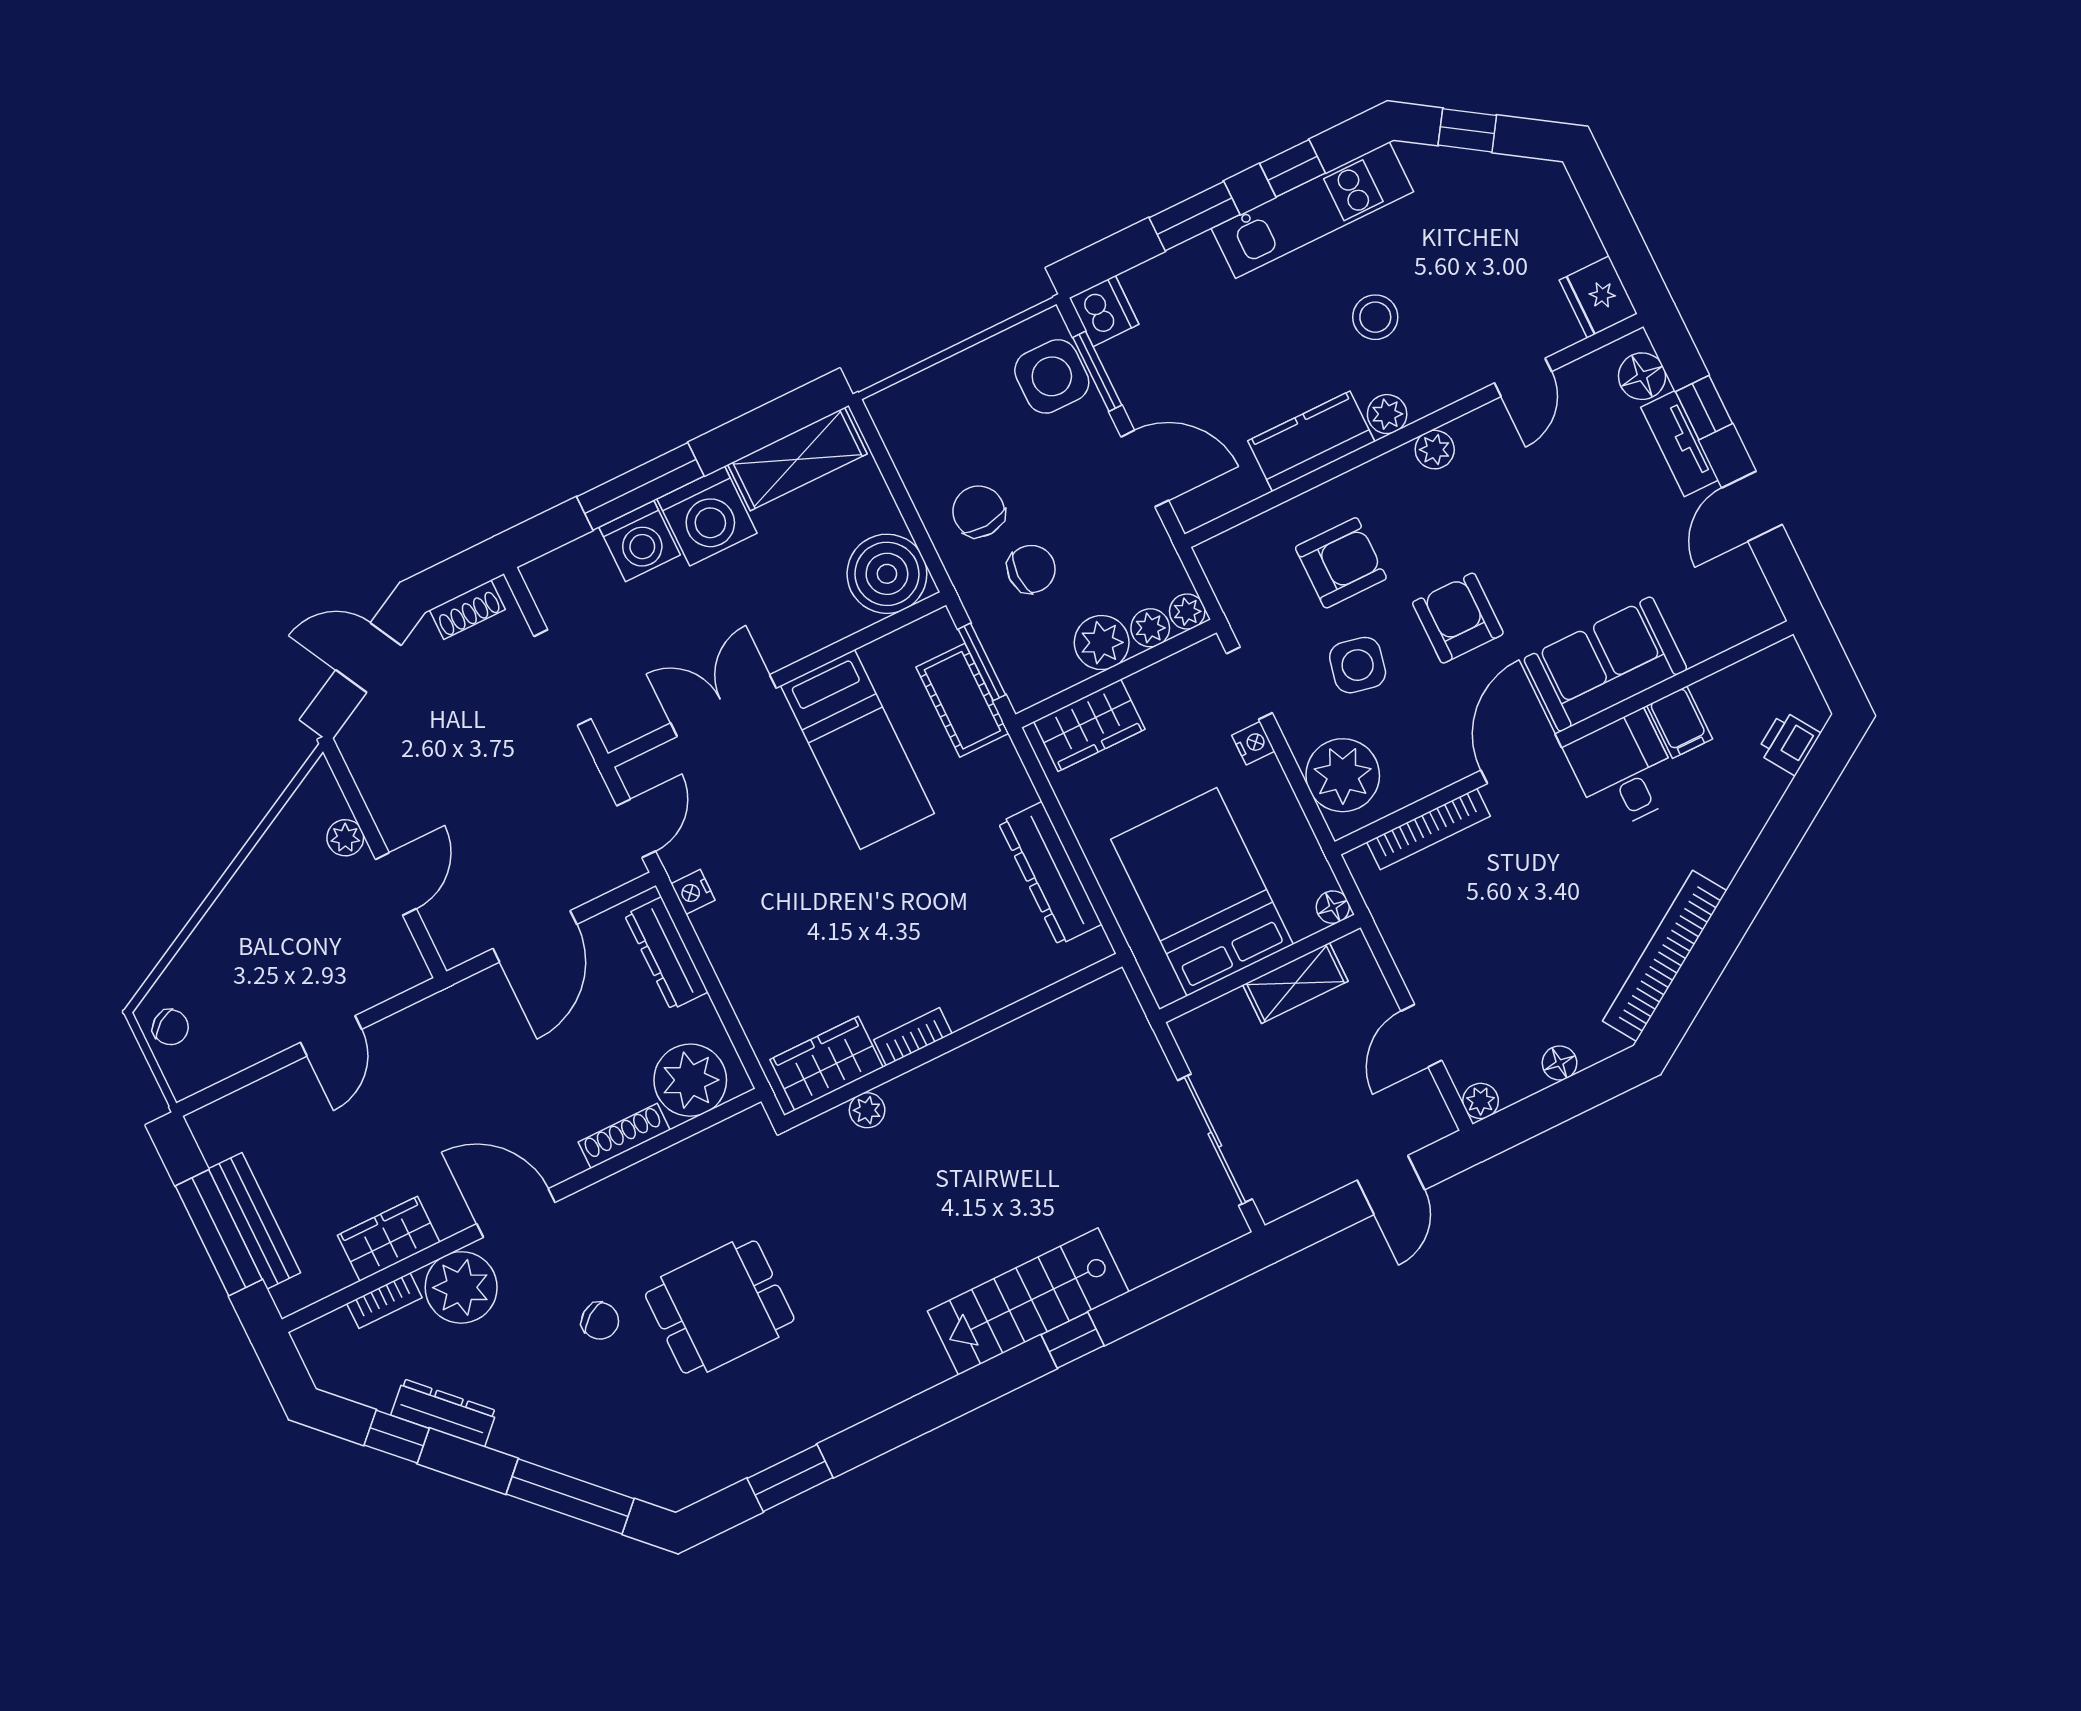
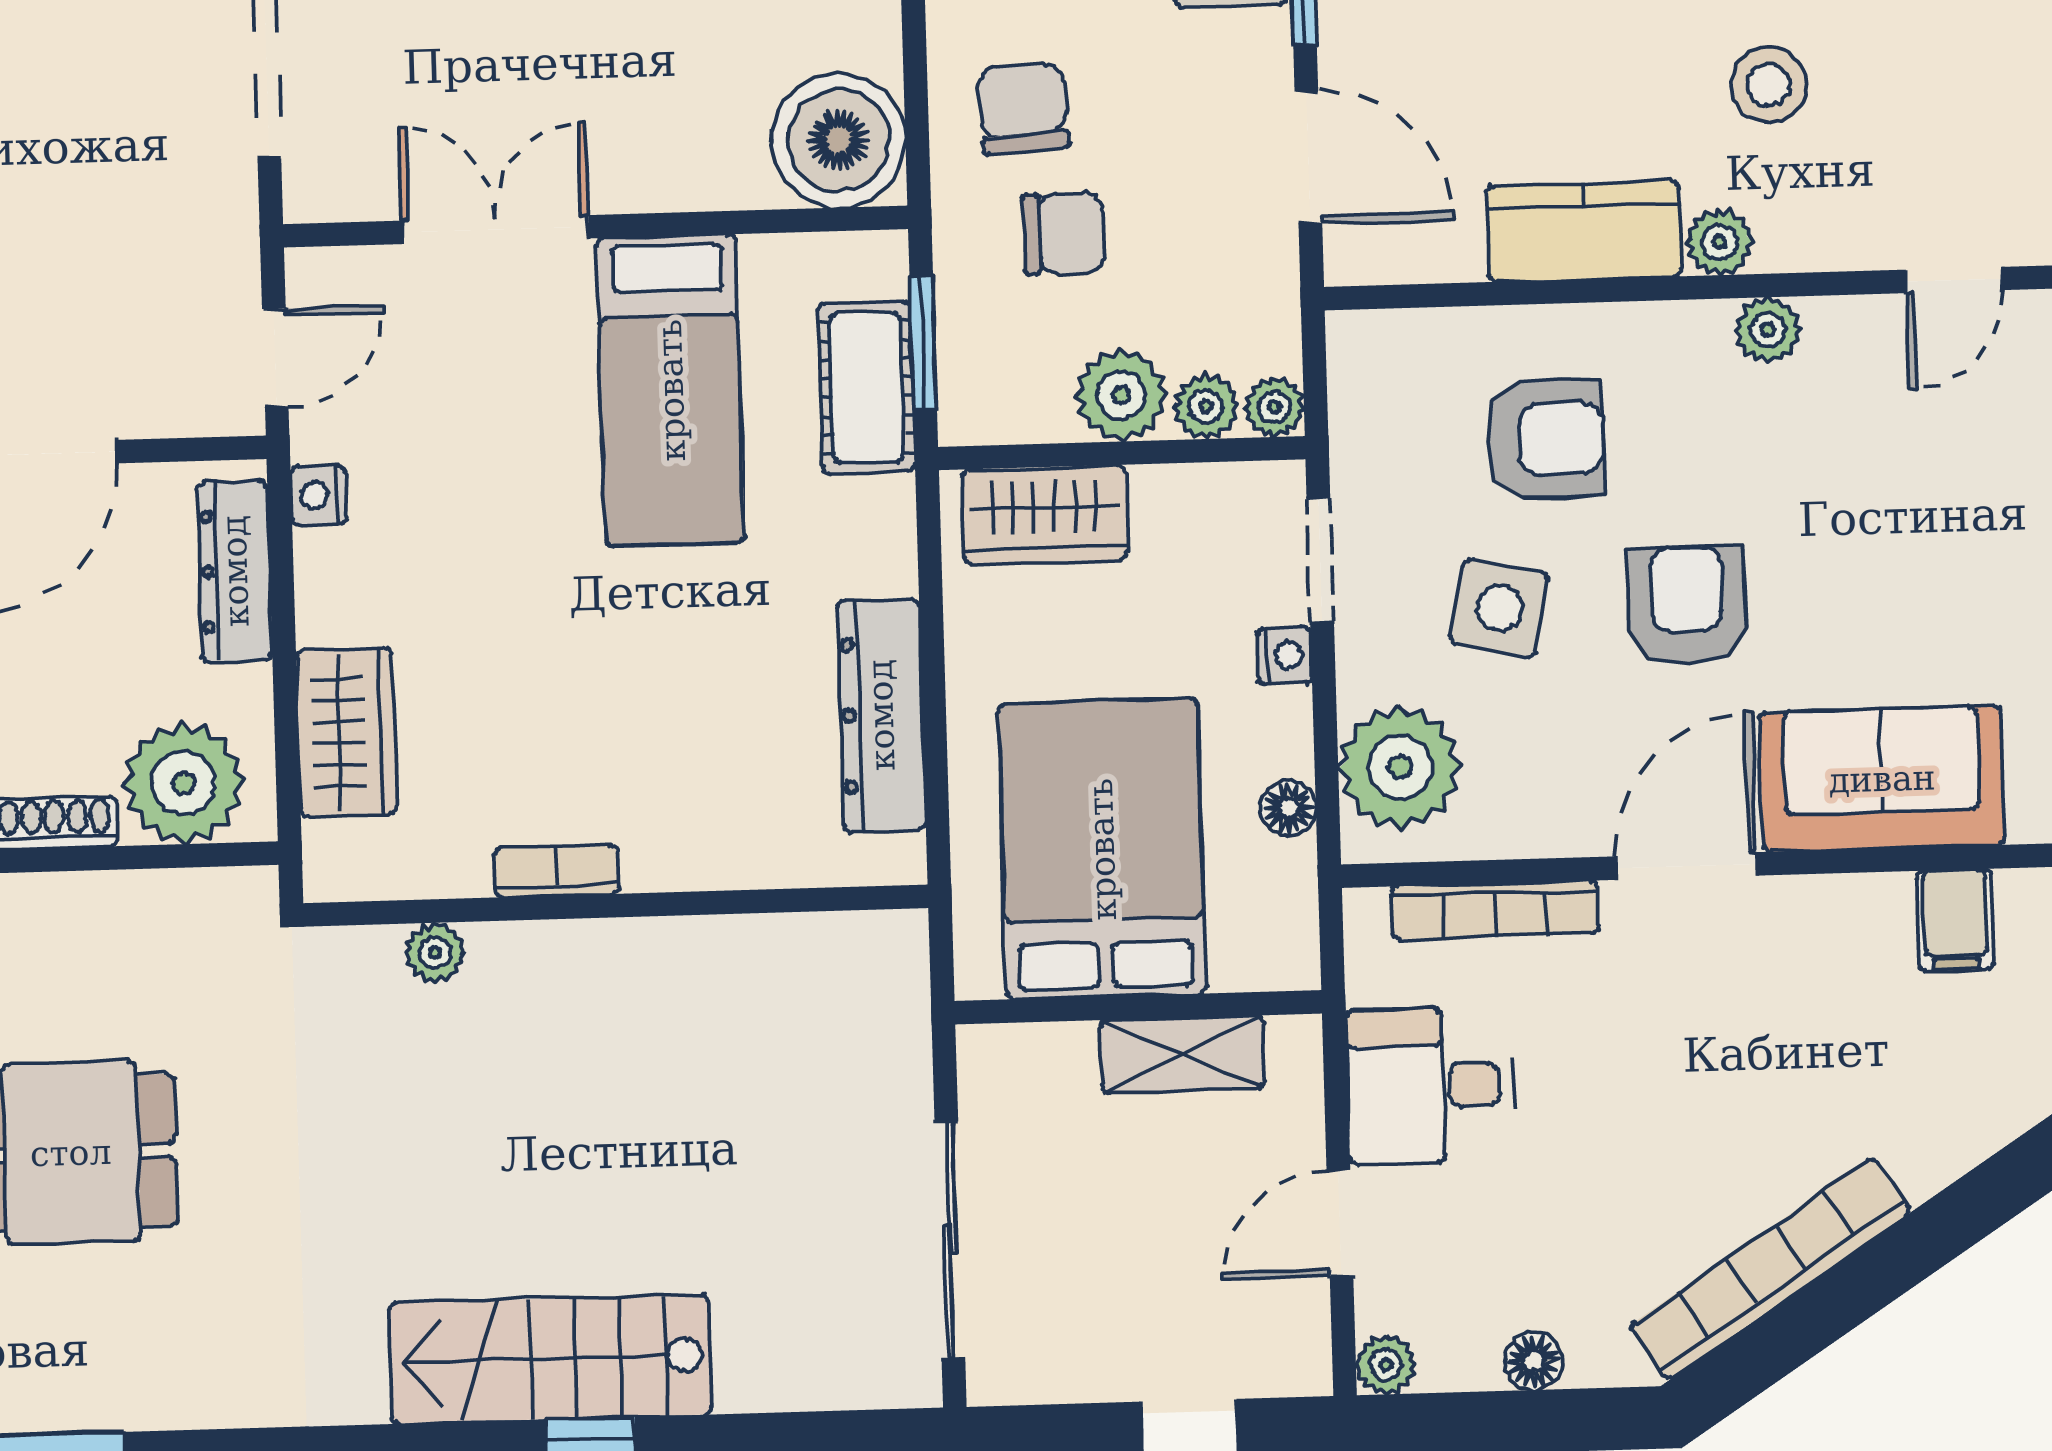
desk: (1624, 771) -> (1430, 1085), moved, turned -90
floor lamp: (1333, 907) -> (1288, 808), moved
wardrobe: (826, 1063) -> (346, 732), moved, turned 90

